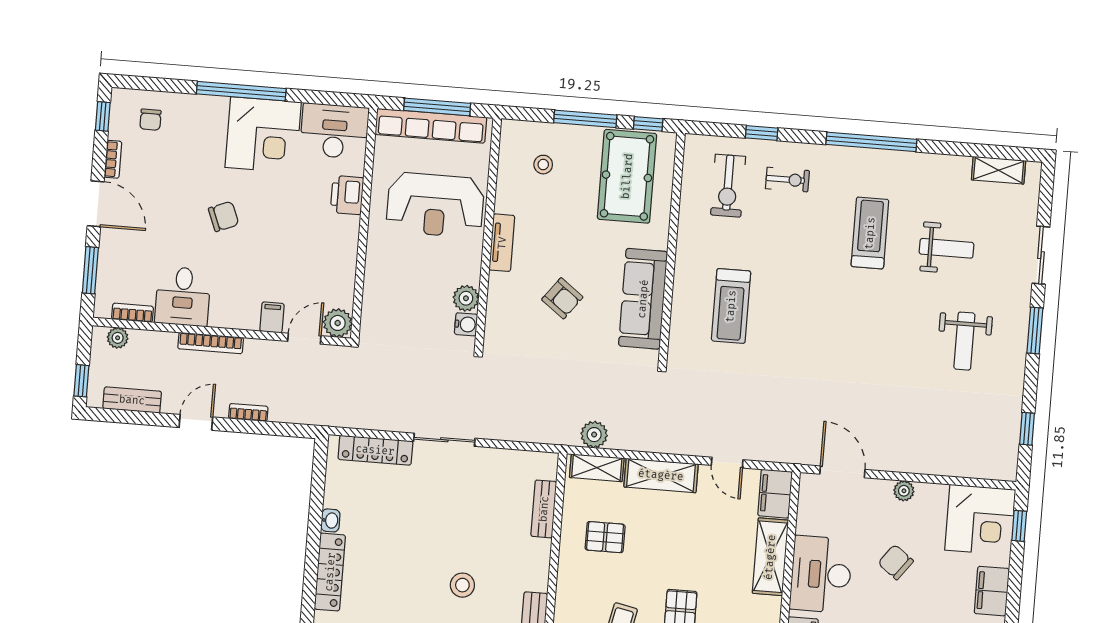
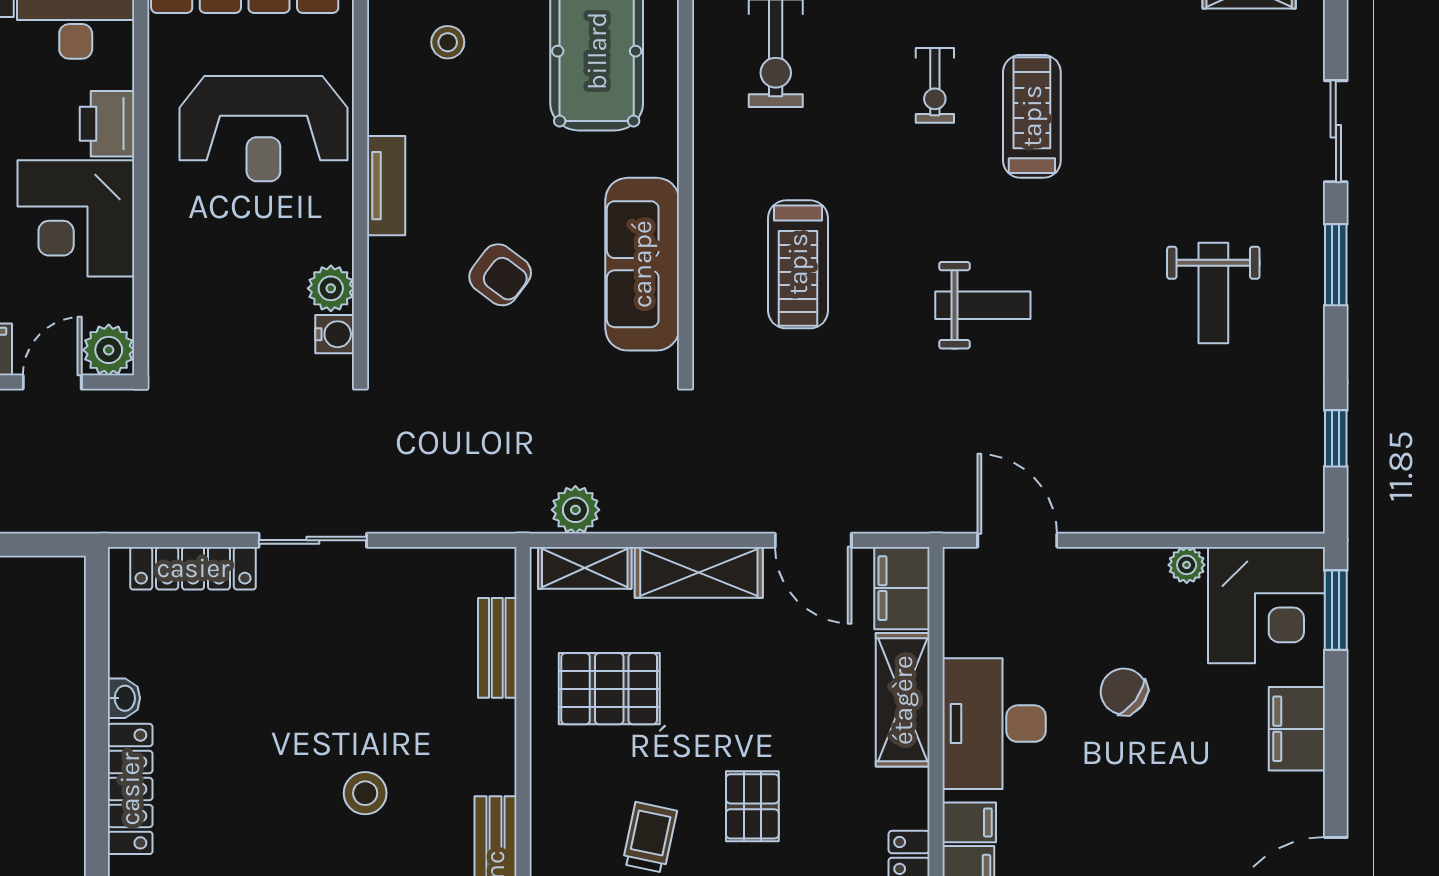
exercise bike: (787, 180) -> (935, 85), moved, turned 90
corner desk: (325, 247) -> (76, 218), added
weight bench: (947, 248) -> (983, 305), moved
door: (727, 463) -> (813, 540), width x1.38
plant: (904, 491) -> (1187, 565), moved
window: (1019, 526) -> (1336, 610), width x1.50
pallet: (605, 537) -> (609, 689), width x1.50, depth x1.42

